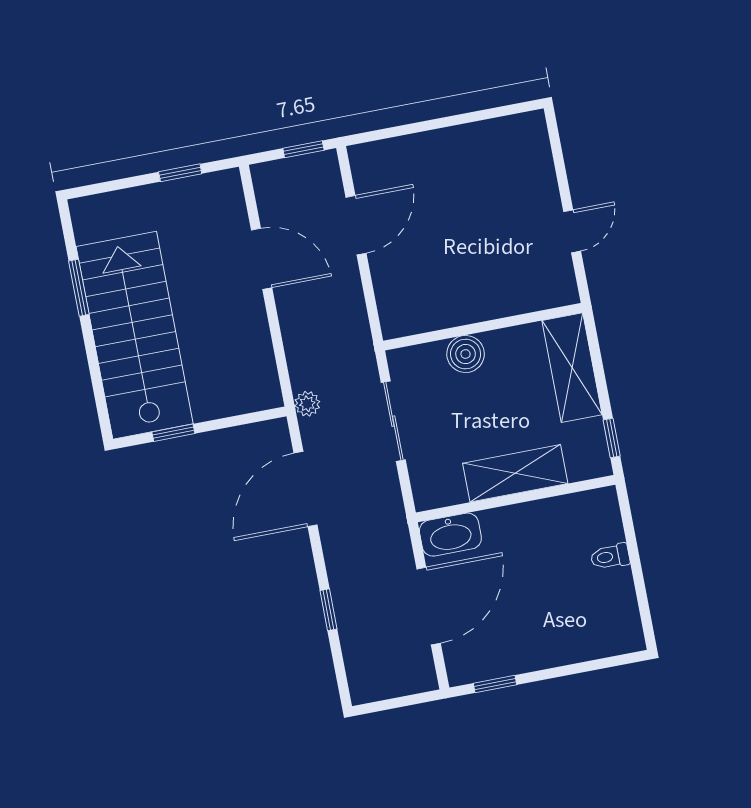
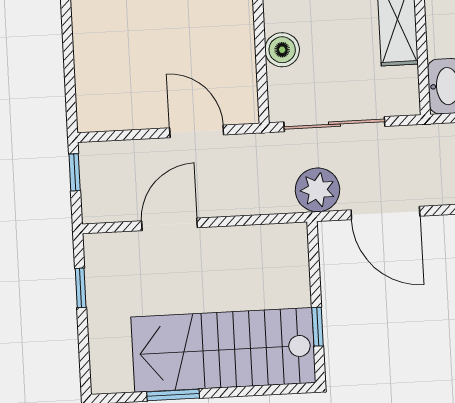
door: (356, 225) -> (197, 131), moved
plant: (307, 404) -> (318, 190), width x1.88, depth x1.88
sliding door: (393, 421) -> (334, 124), width x1.37

